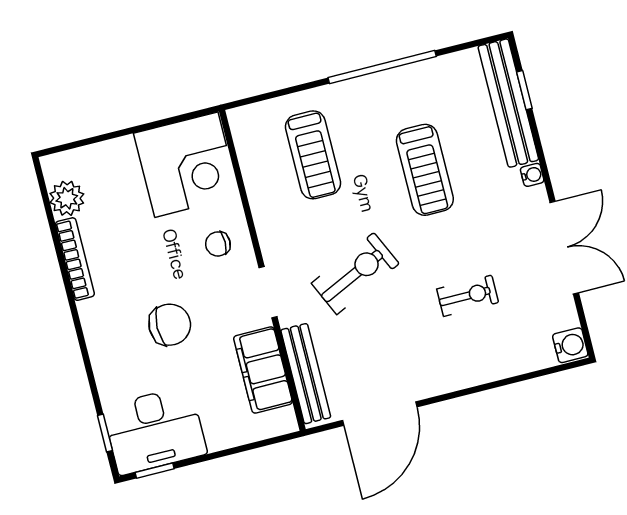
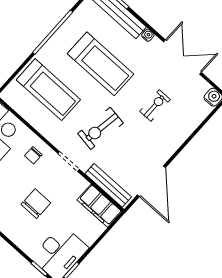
treadmill: (313, 155) -> (48, 90), width x1.37, depth x1.38
treadmill: (425, 170) -> (101, 64), width x1.37, depth x1.38
exercise bike: (355, 273) -> (101, 128), turned -146
filing cabinet: (263, 370) -> (99, 206), moved

